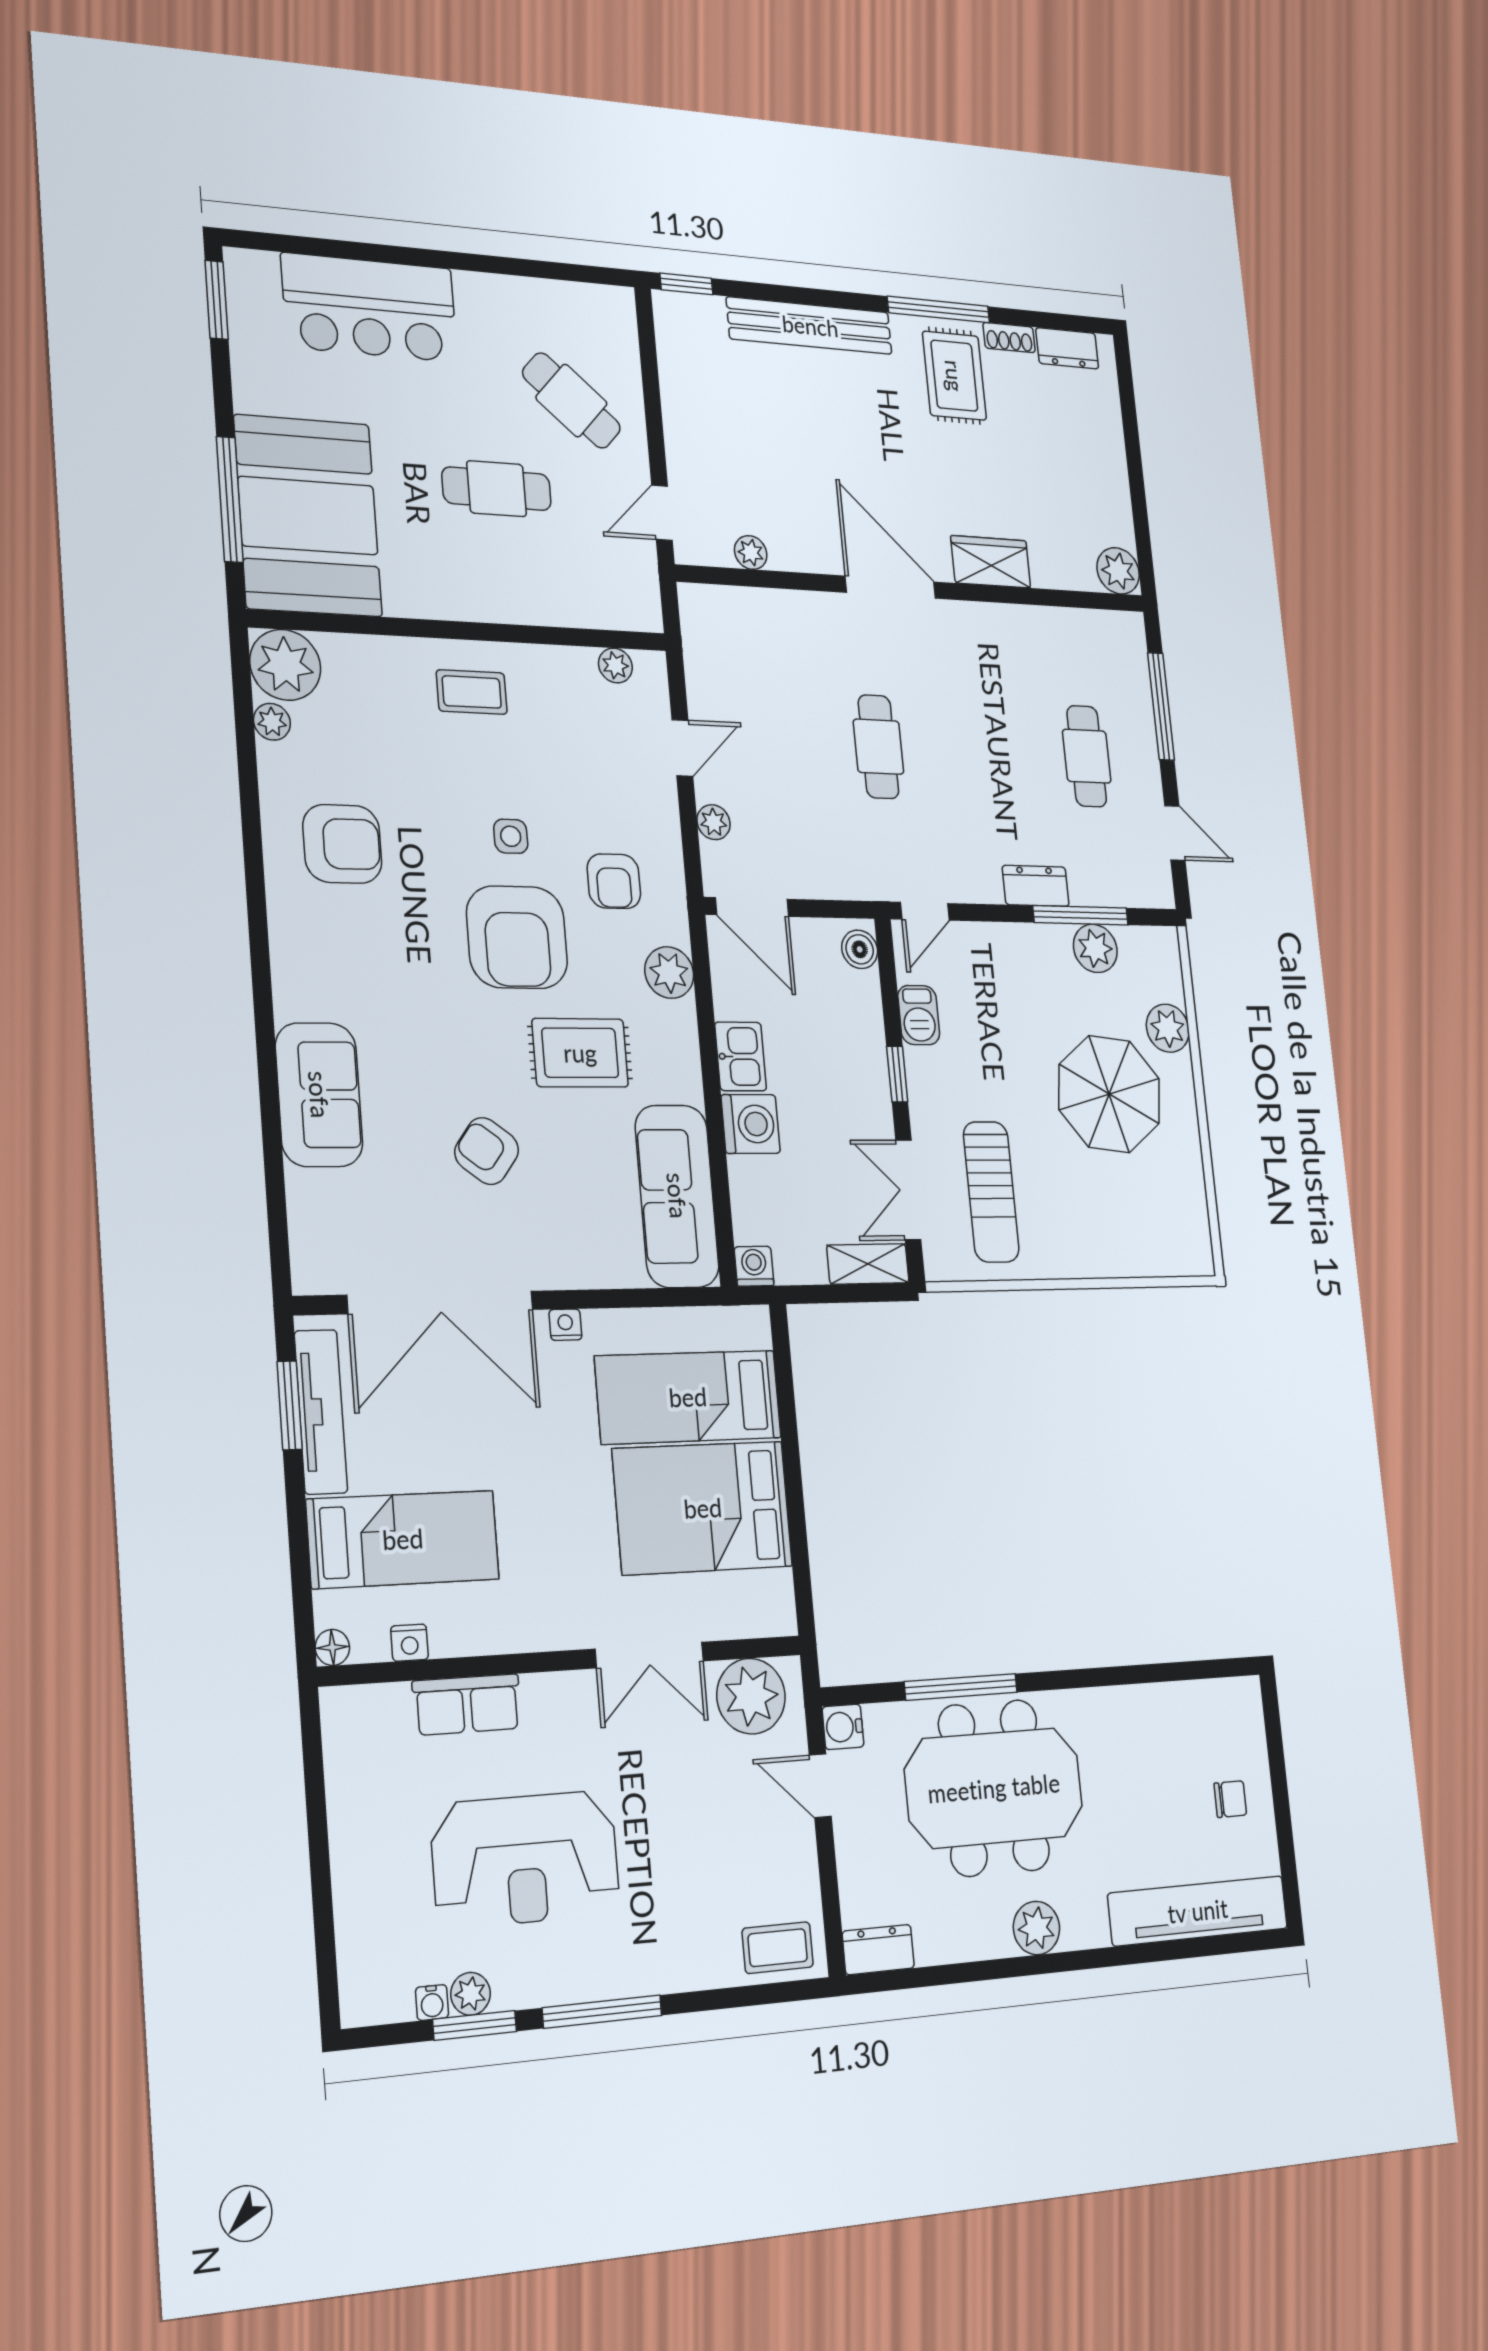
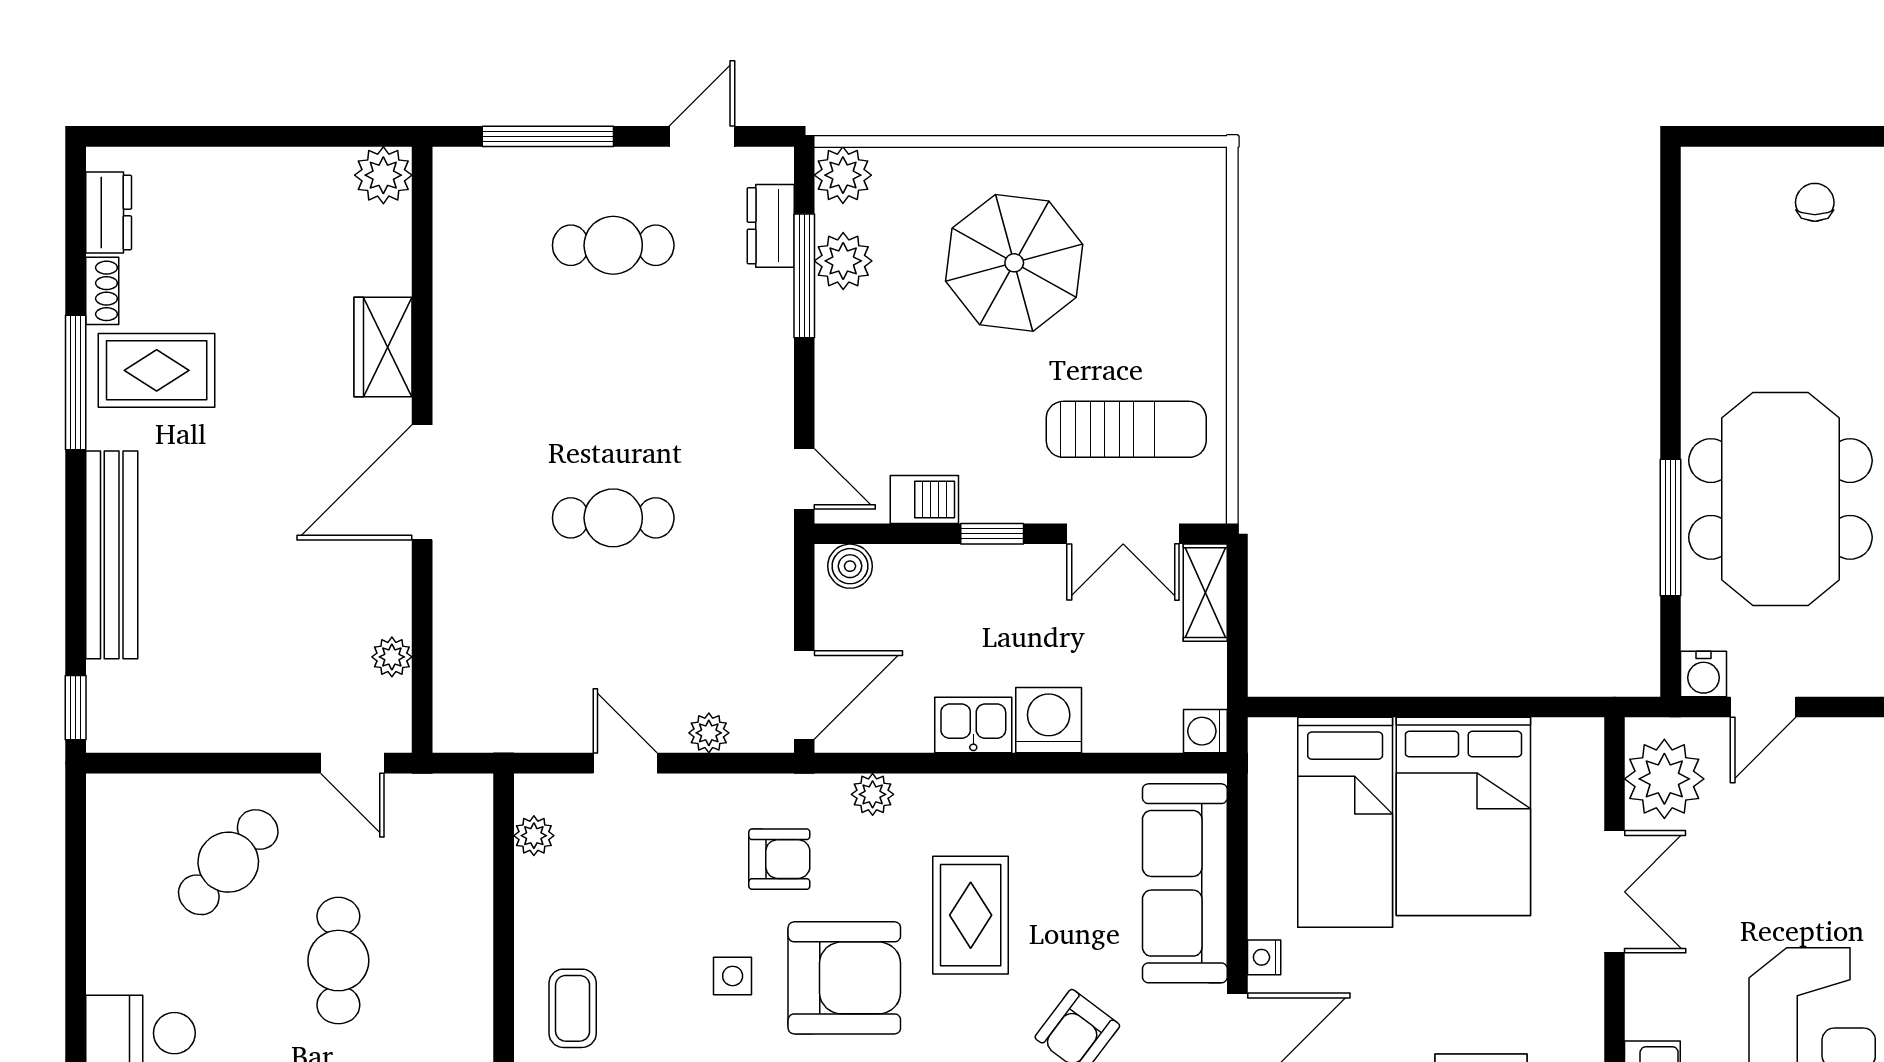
dresser: (1036, 886) -> (771, 226), moved
plant: (669, 973) -> (873, 794), width x0.73, depth x0.73
plant: (1168, 1028) -> (843, 175), moved
sofa: (677, 1196) -> (1185, 883), moved, turned 90

